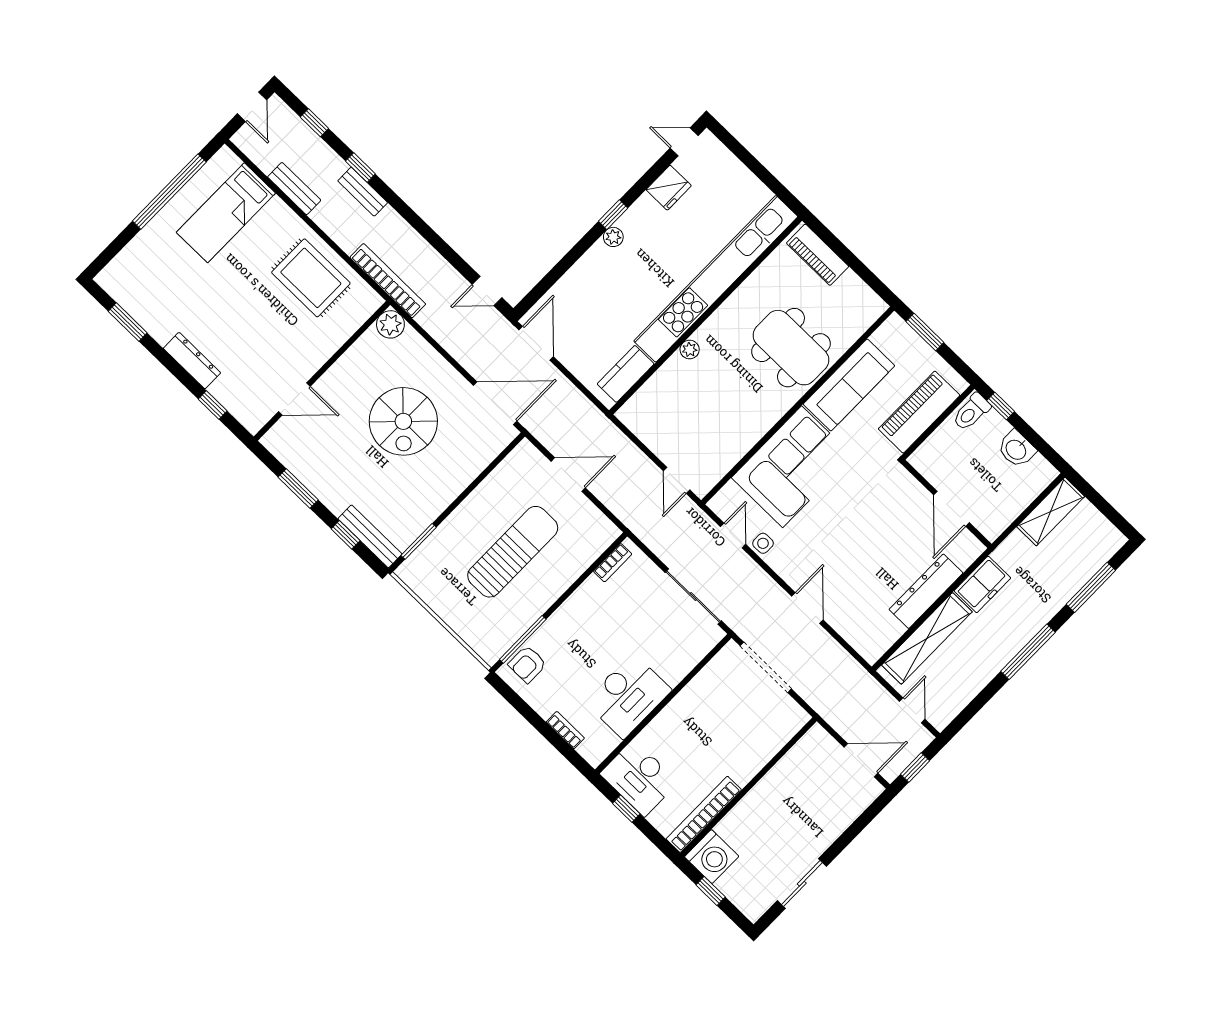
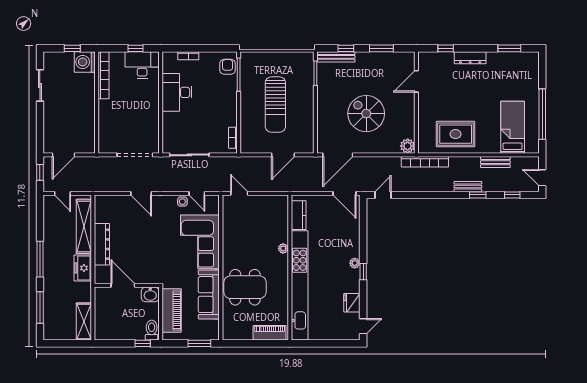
washbasin: (1016, 449) -> (150, 294), moved, turned 180

